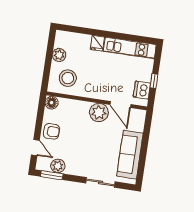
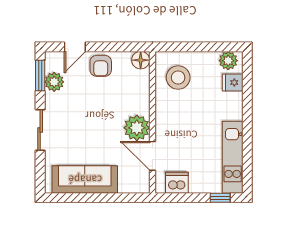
fridge: (97, 43) -> (233, 82), moved
plant: (59, 55) -> (228, 61), moved
window: (154, 81) -> (220, 198), moved
door: (120, 104) -> (152, 156), hinge flipped
sliding door: (100, 182) -> (40, 130), moved

